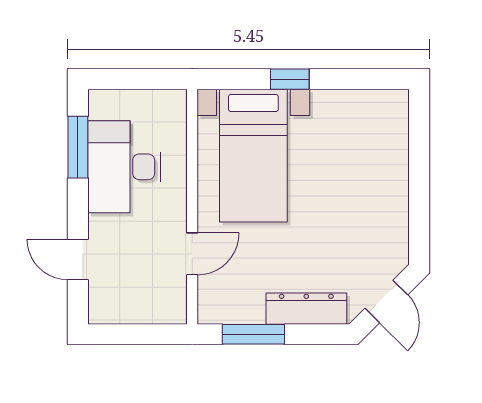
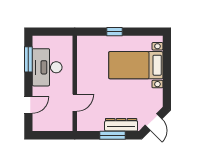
bed with nightstands: (253, 156) -> (136, 65), moved, turned 90
door: (78, 260) -> (28, 105), swing flipped
window: (253, 334) -> (112, 135), moved

